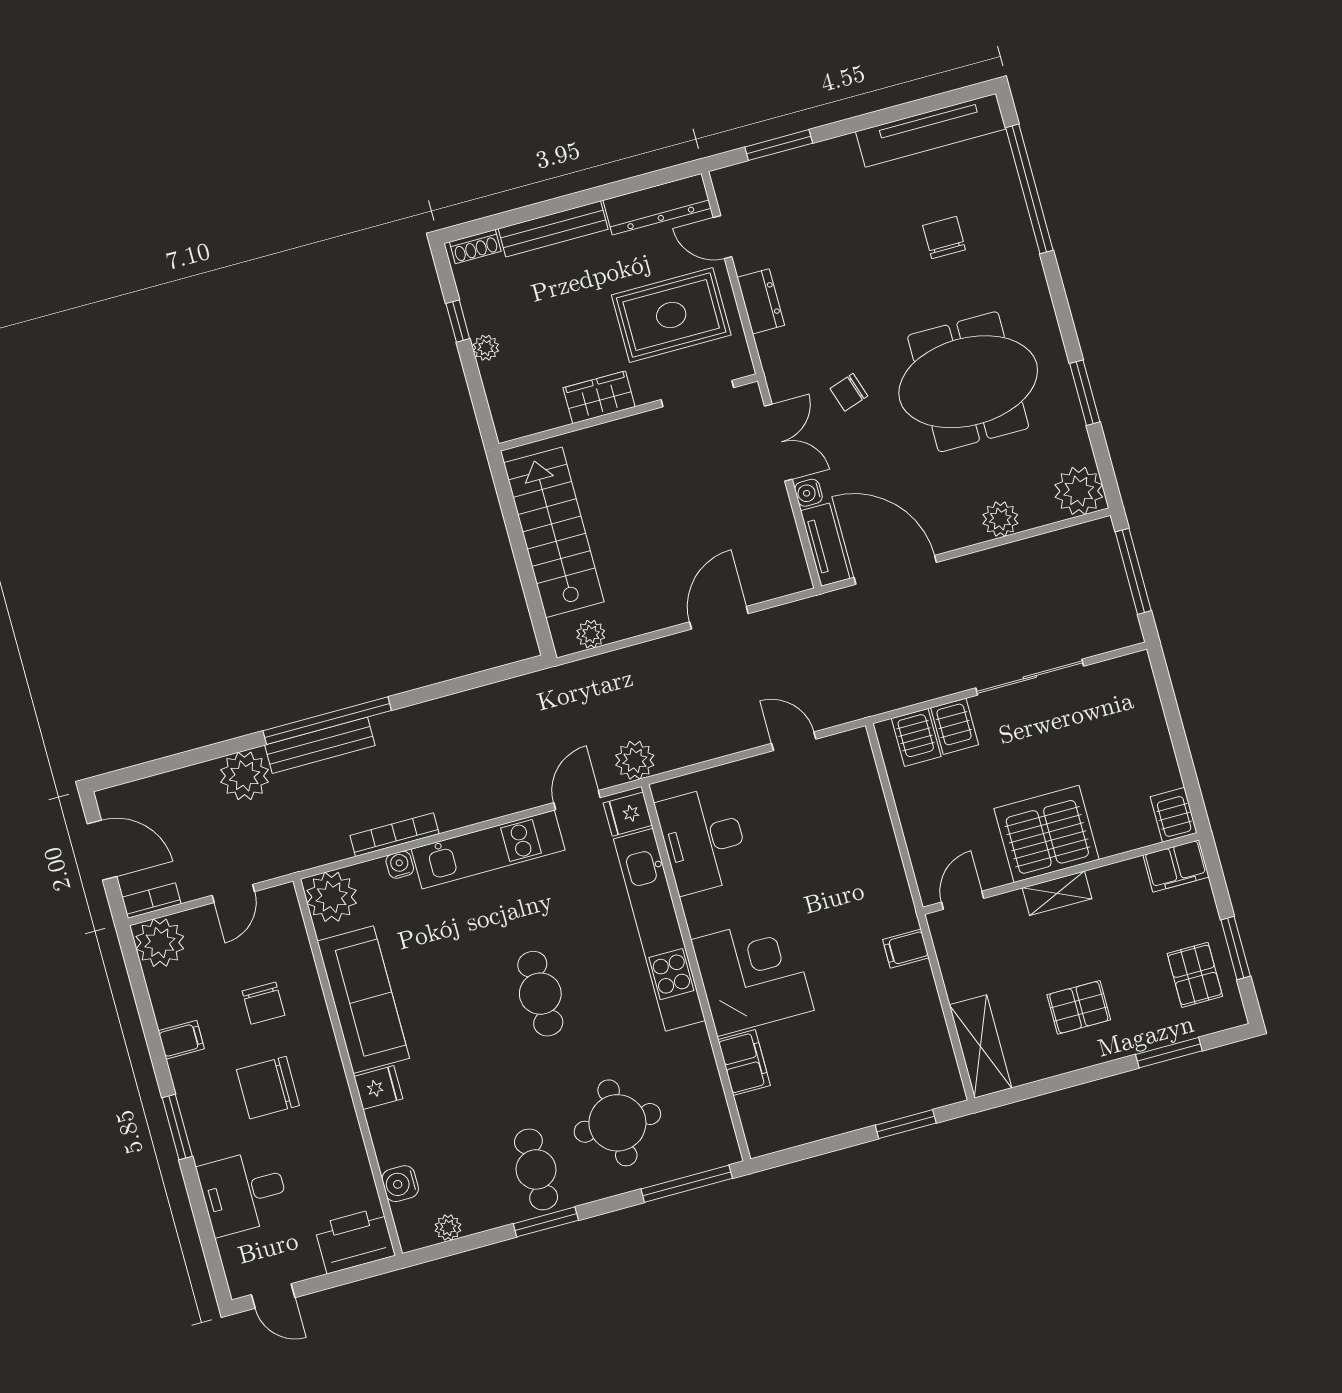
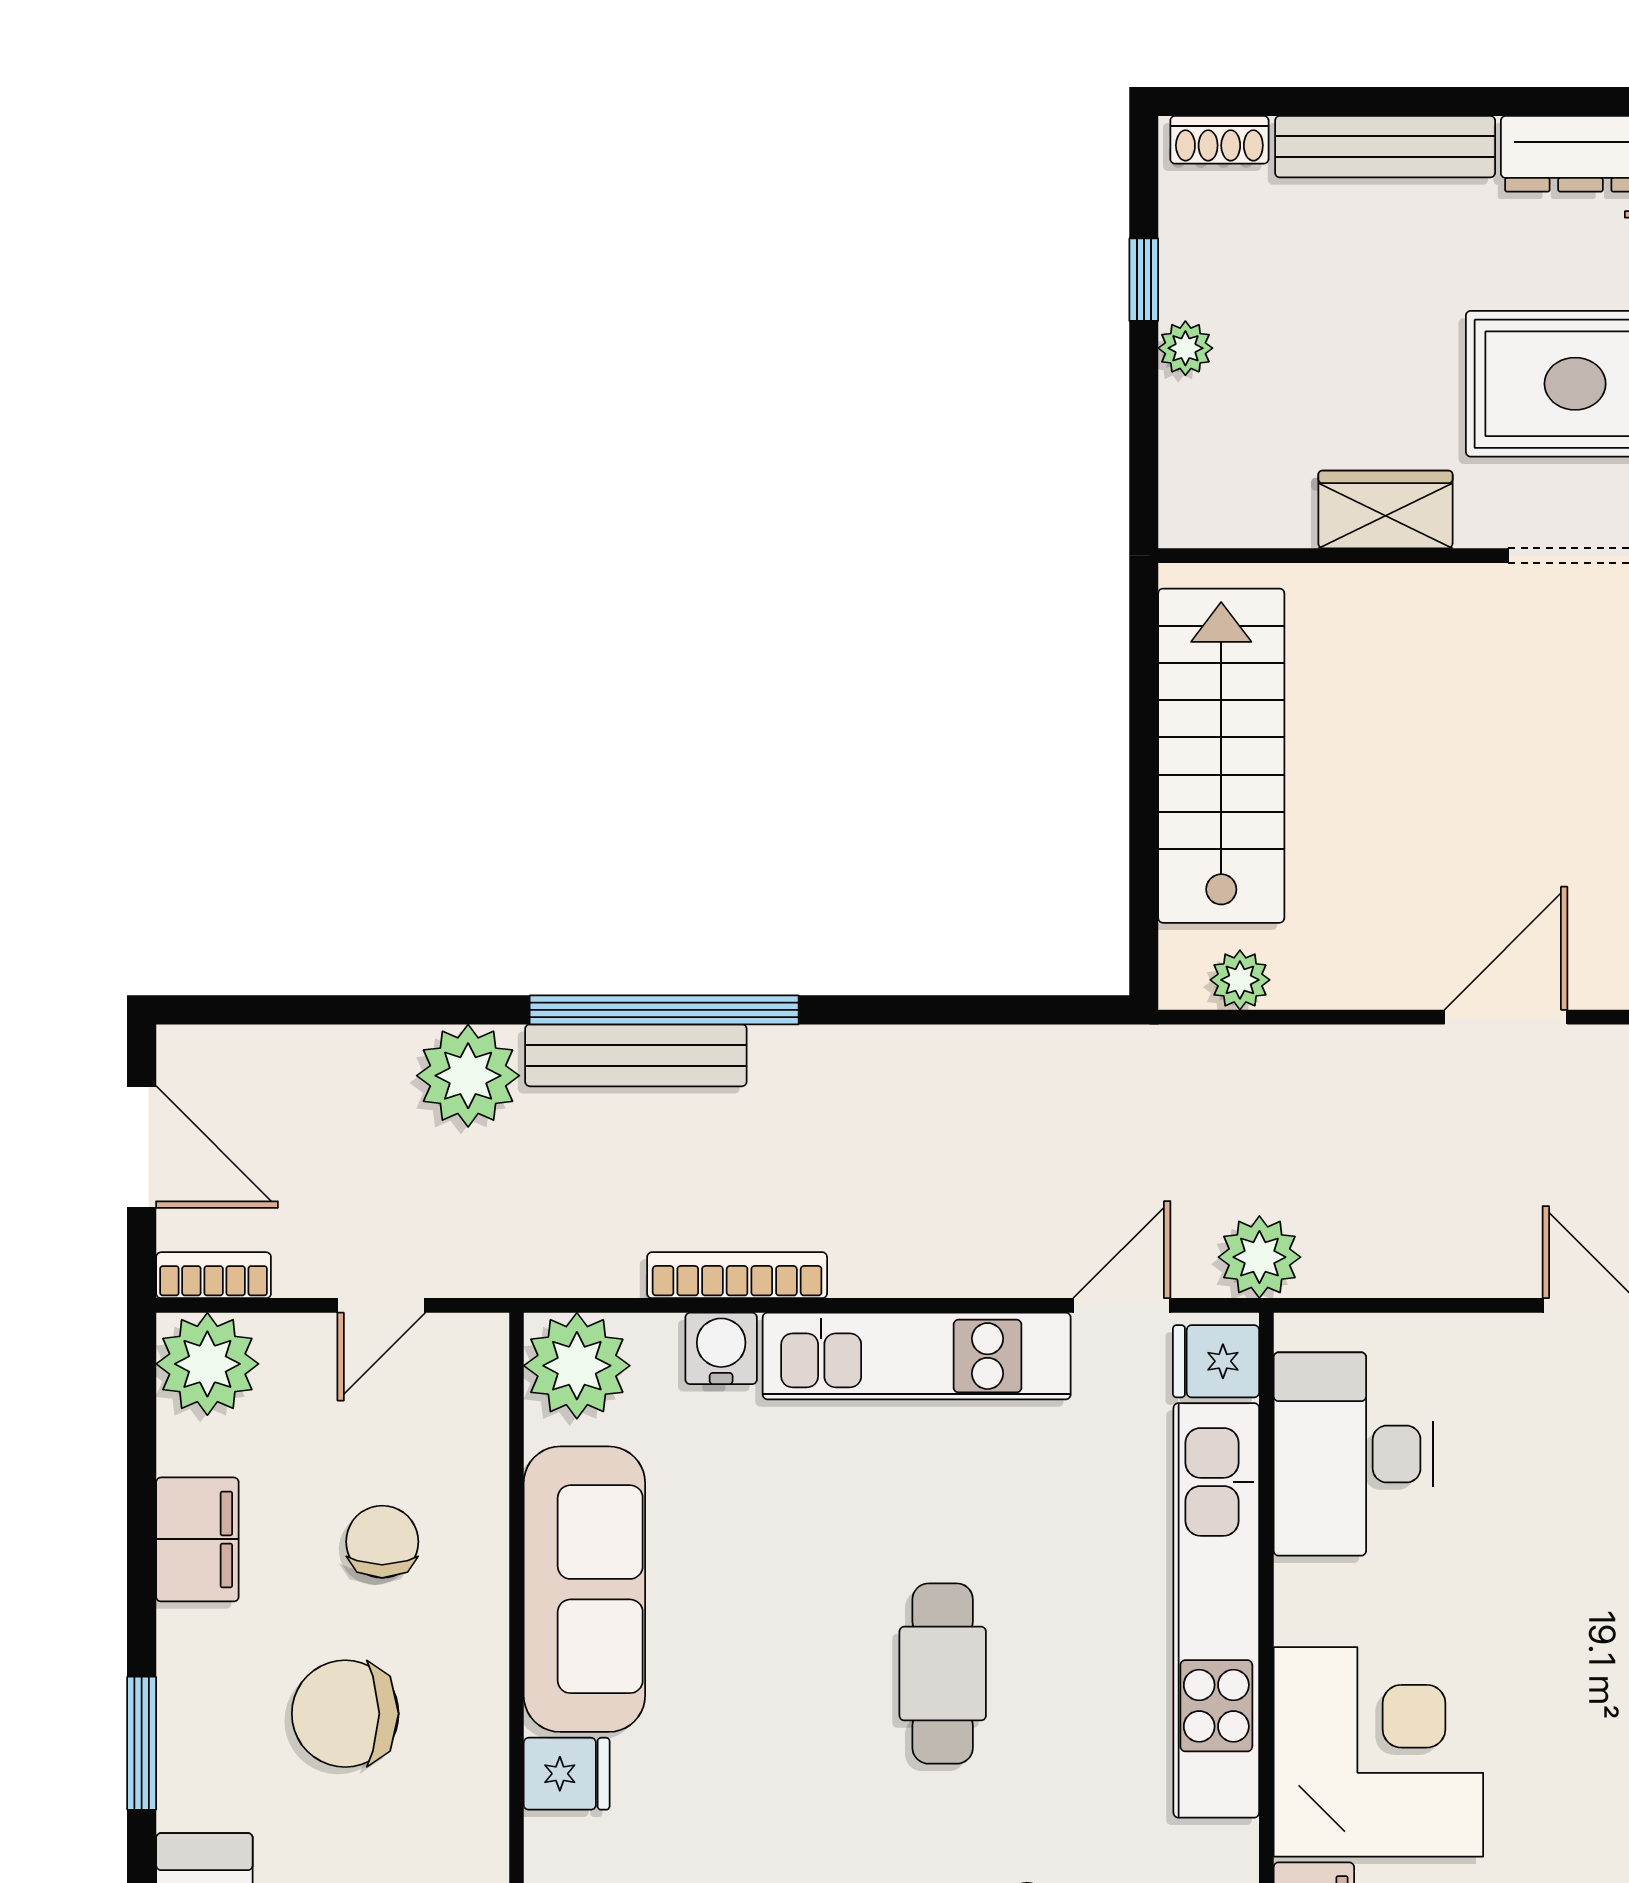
water cooler: (400, 865) -> (721, 1348), width x1.38, depth x1.38
chair: (263, 1003) -> (382, 1542), turned 180
filing cabinet: (181, 1040) -> (197, 1539), width x2.00

